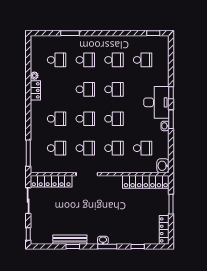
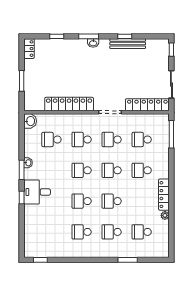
school desk: (143, 60) -> (51, 232), removed
locker: (35, 90) -> (164, 195), width x1.53
desk: (156, 102) -> (37, 192), width x0.73
locker: (146, 182) -> (69, 104), moved
locker: (164, 230) -> (29, 49), width x0.66

